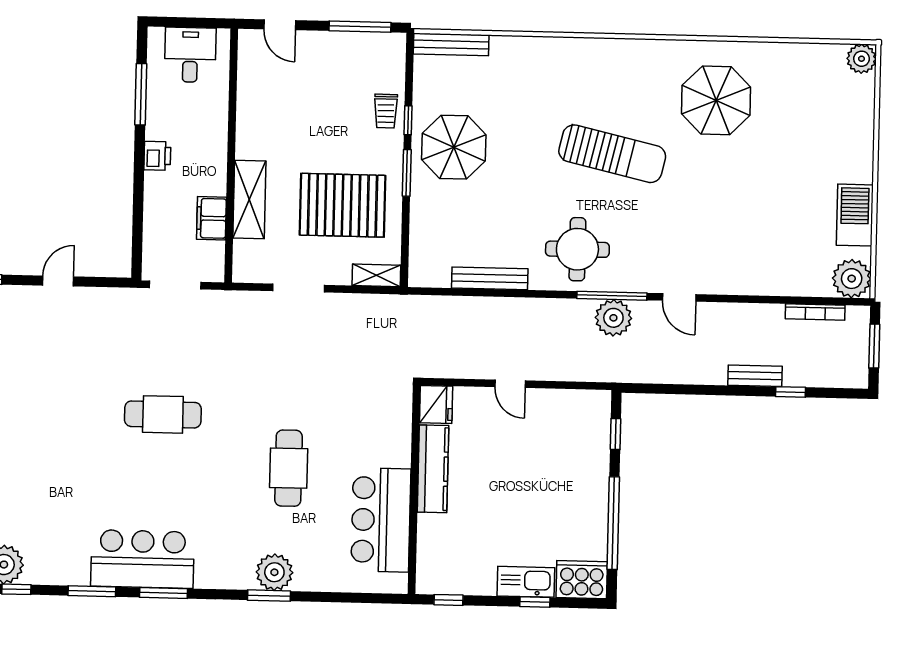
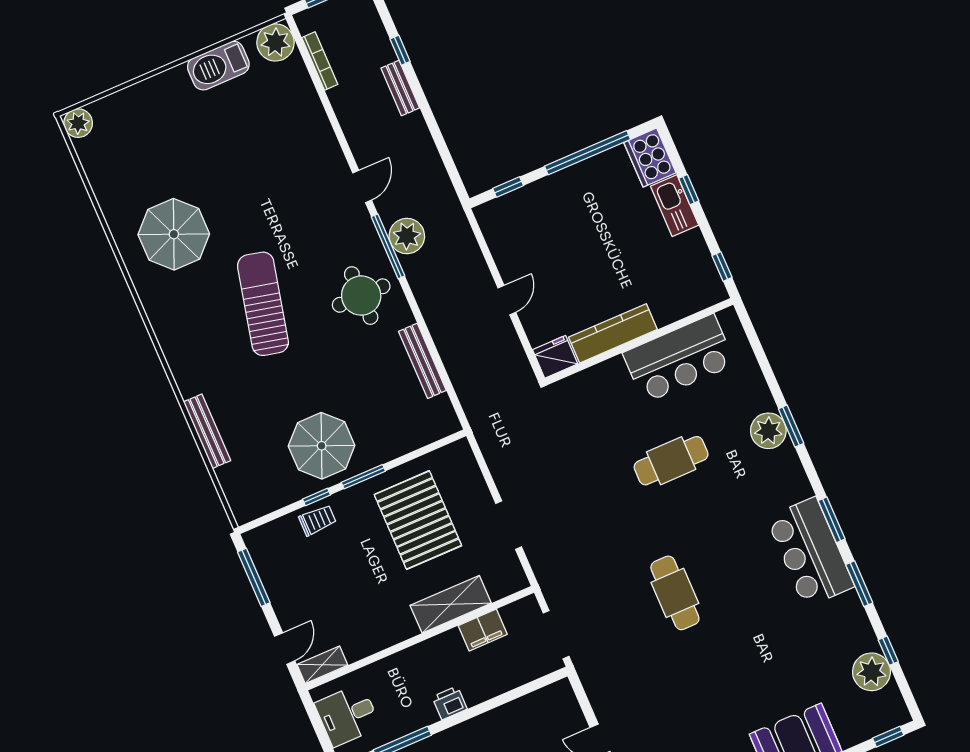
bench: (451, 44) -> (207, 431), moved
shelving: (376, 275) -> (322, 665), moved, turned 90

